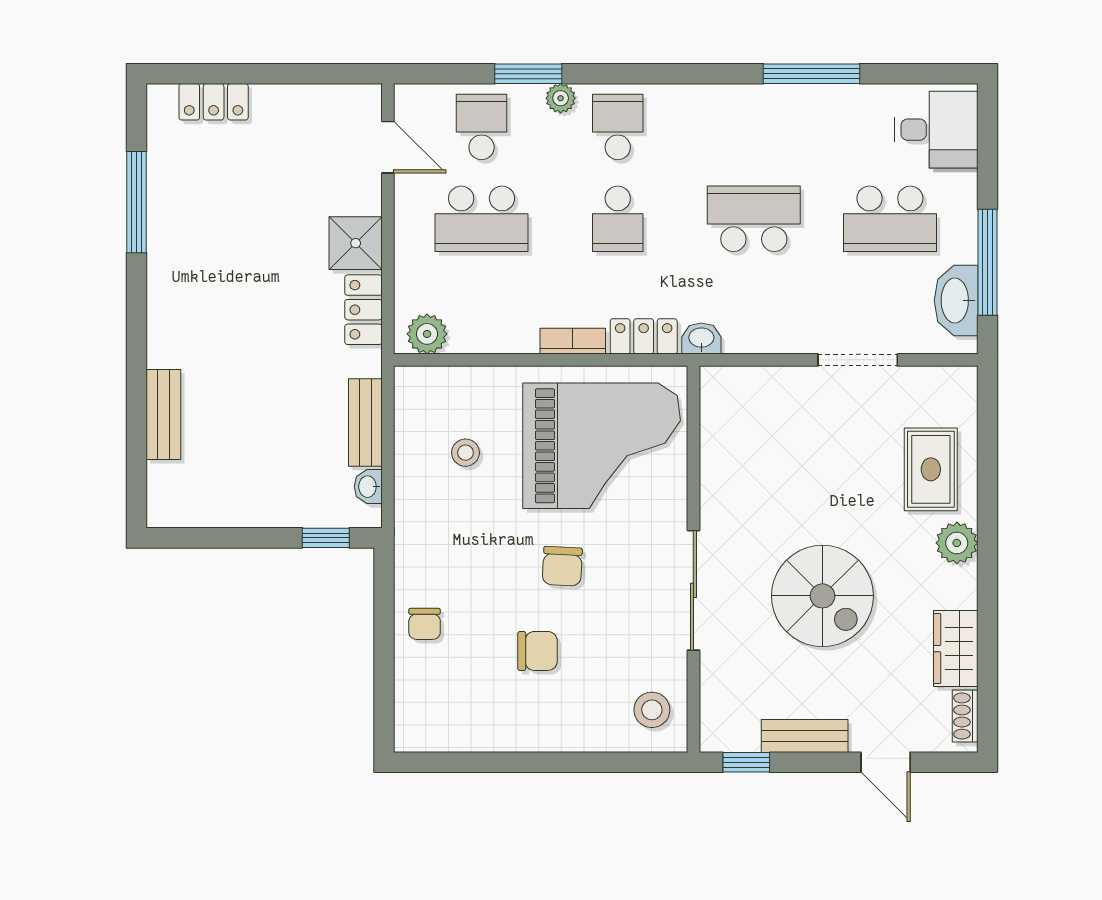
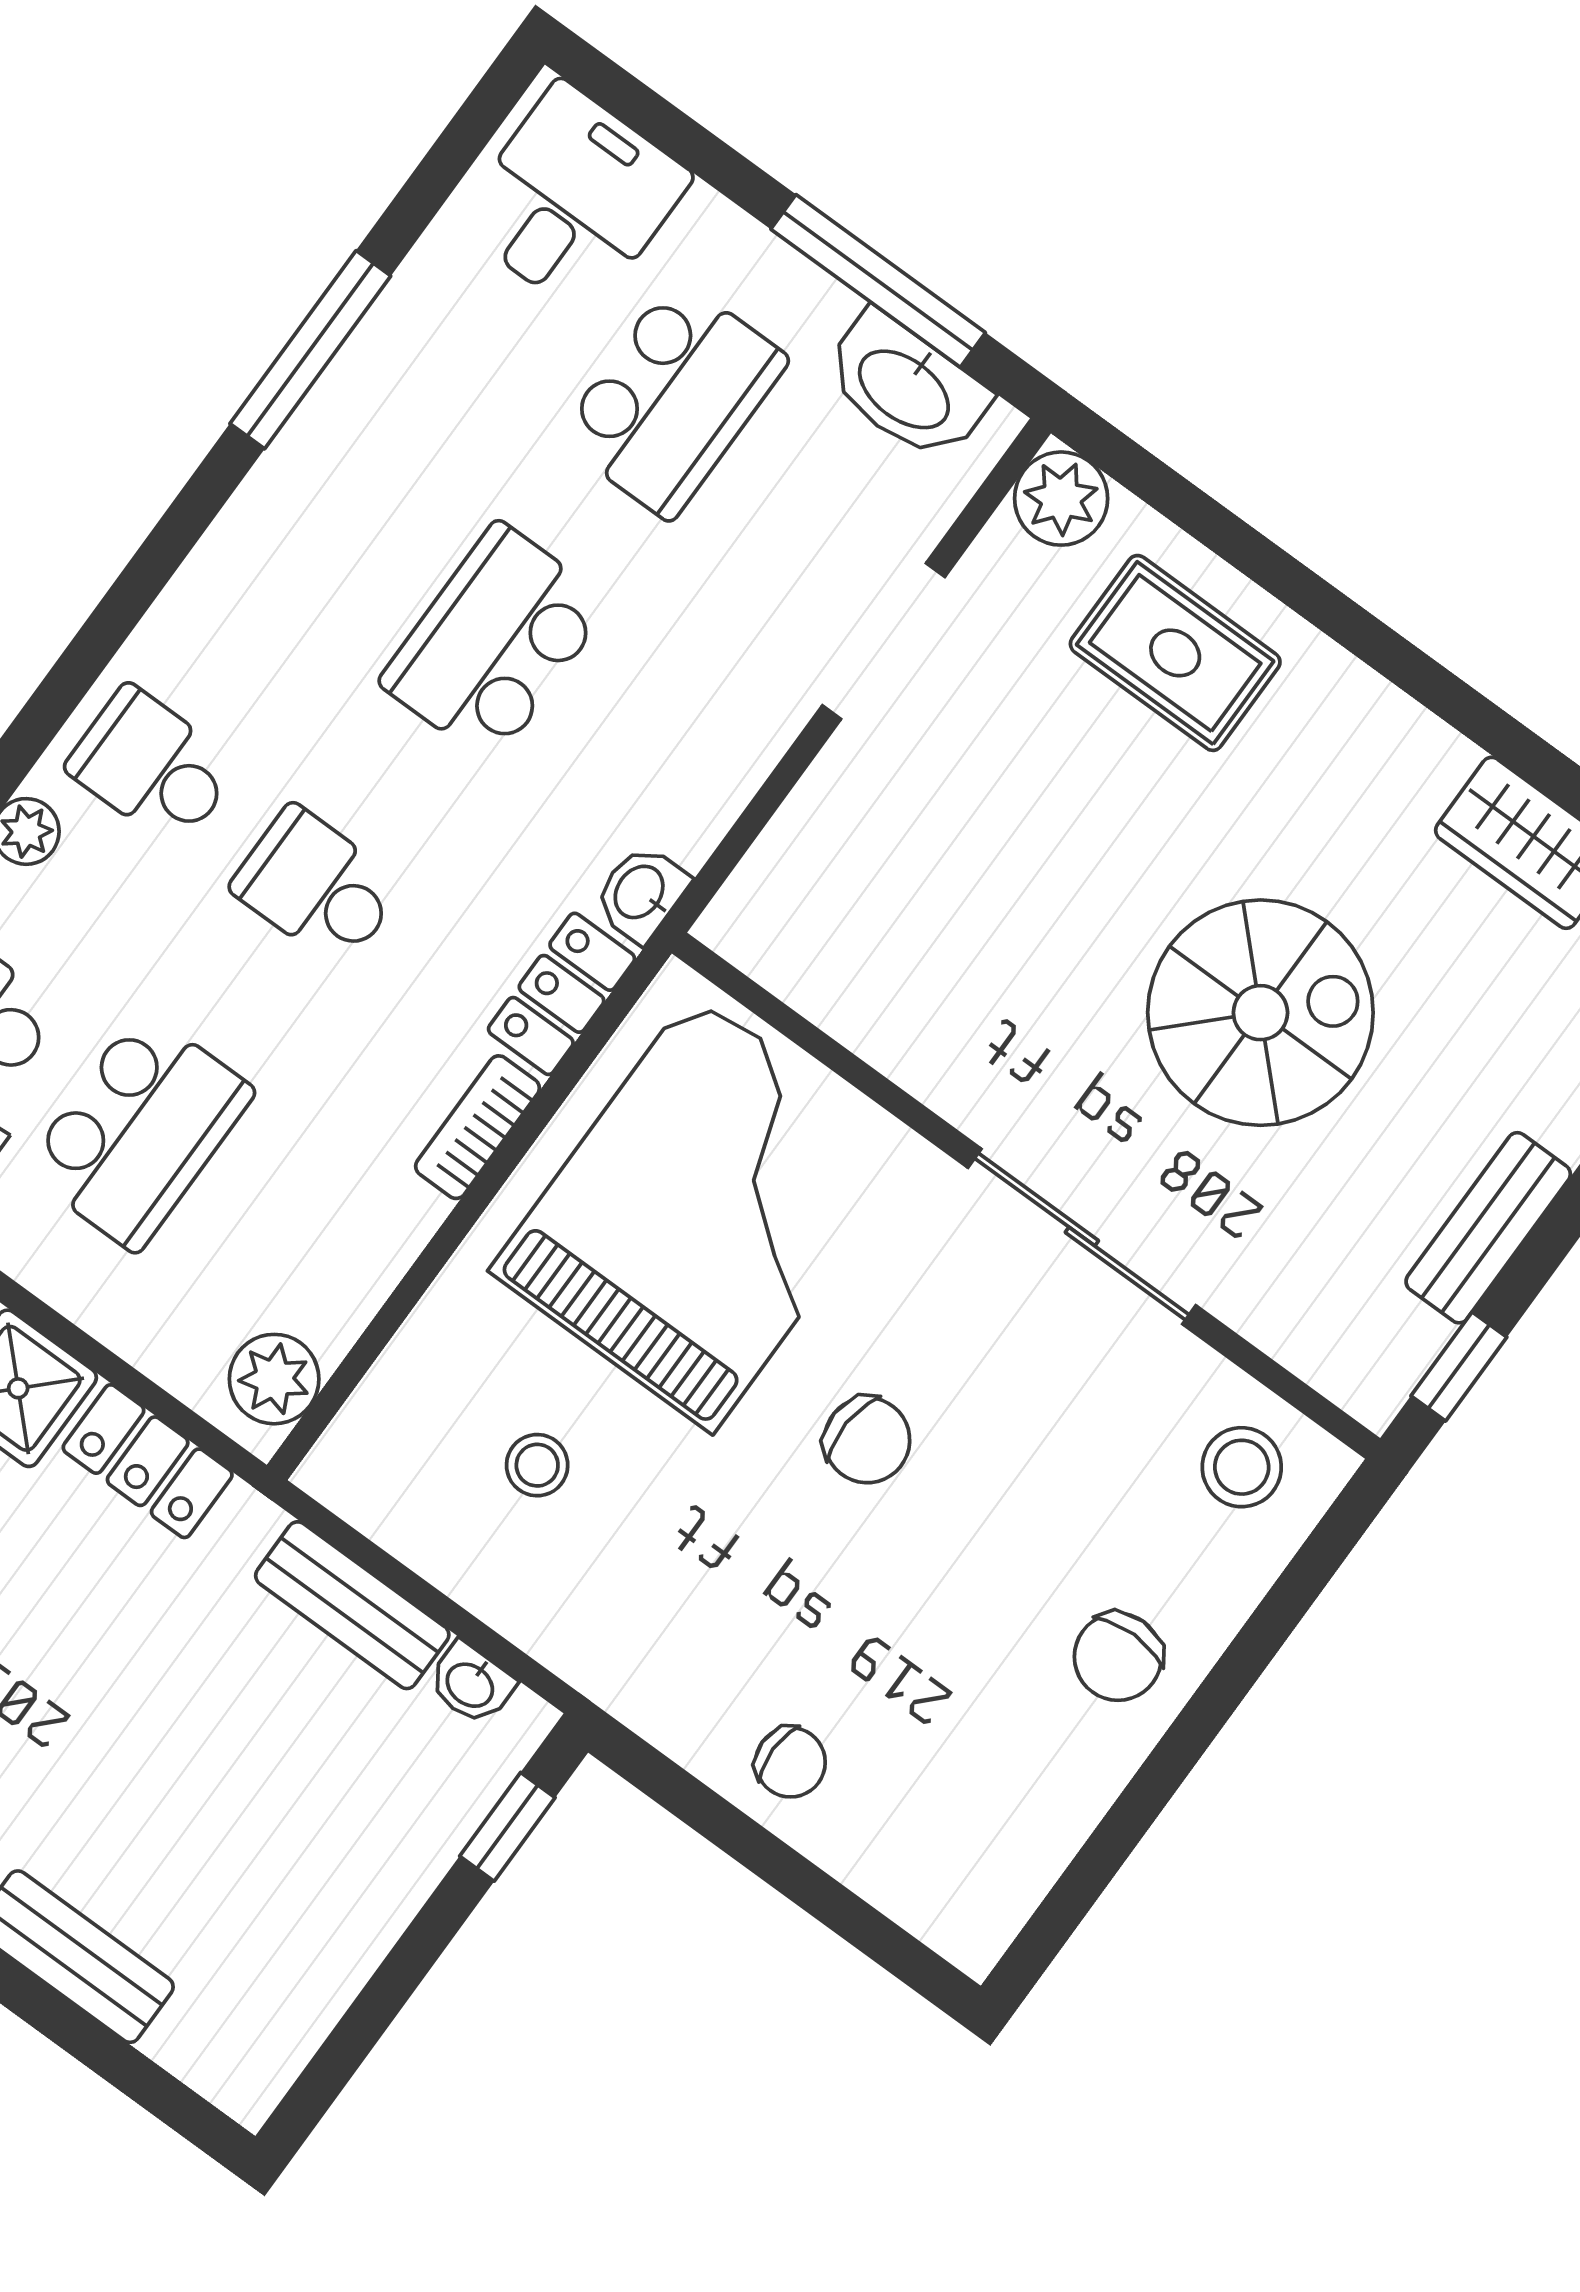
school desk: (618, 219) -> (317, 887), turned 180
plant: (957, 543) -> (1061, 499), moved
chair: (538, 651) -> (1118, 1657), moved, turned 180

